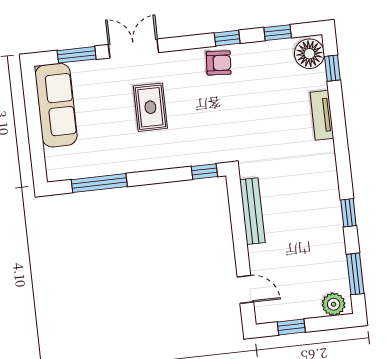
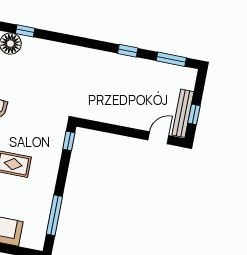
tv unit: (322, 115) -> (55, 48), removed
bench: (252, 211) -> (183, 113), moved, turned 90
plant: (334, 304) -> (187, 81), removed

